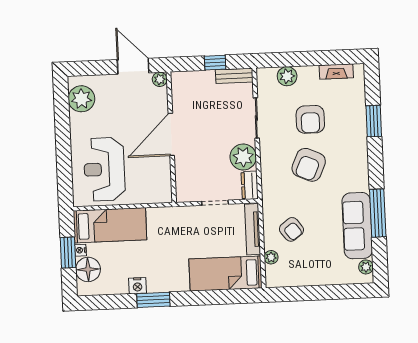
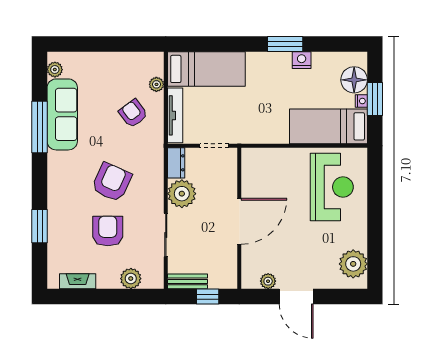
door: (171, 134) -> (239, 221), moved
wall: (171, 137) -> (239, 218), moved

